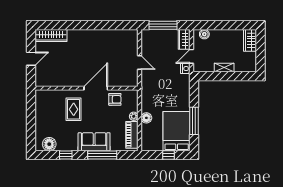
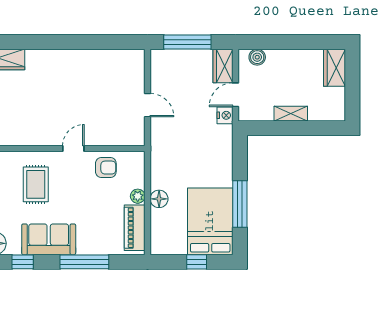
door: (96, 88) -> (73, 148), width x0.53
sofa: (94, 142) -> (49, 239), moved

